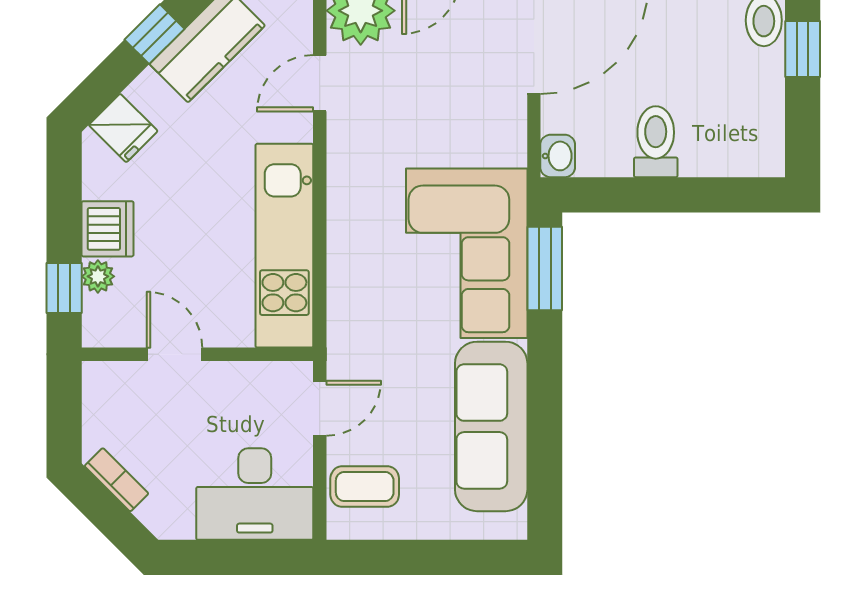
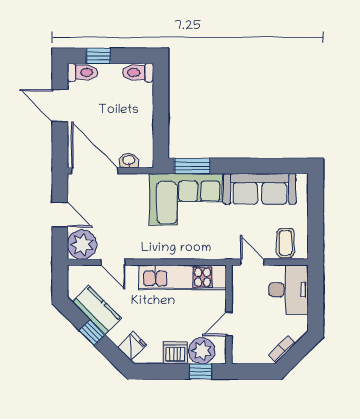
toilet: (656, 142) -> (138, 73), moved
washbasin: (558, 156) -> (129, 160), moved
plant: (98, 276) -> (202, 351), width x1.88, depth x1.88

